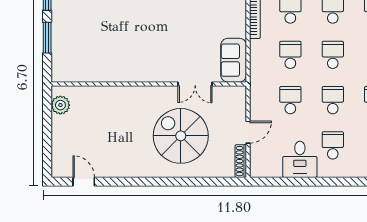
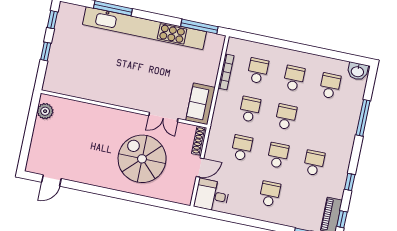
window: (47, 38) -> (46, 51), width x0.67
desk: (300, 159) -> (212, 195), moved, turned 90
shoe rack: (241, 161) -> (199, 141), moved
door: (84, 182) -> (51, 180), swing flipped

